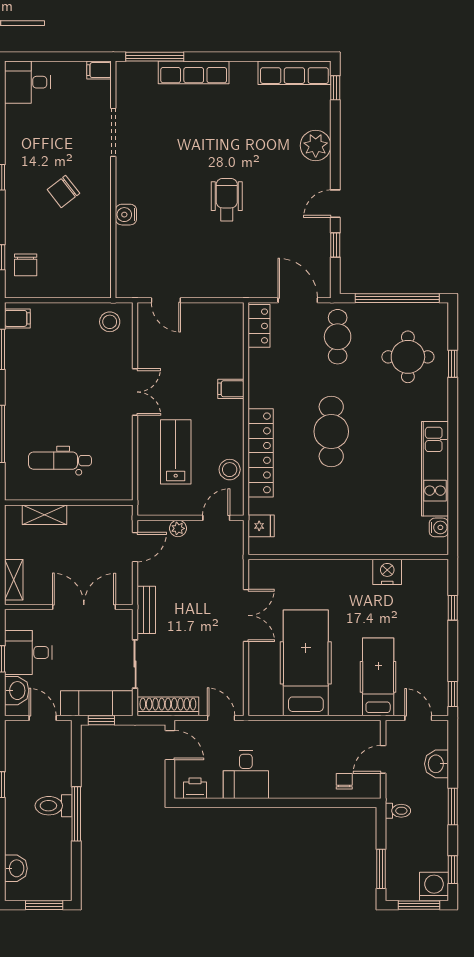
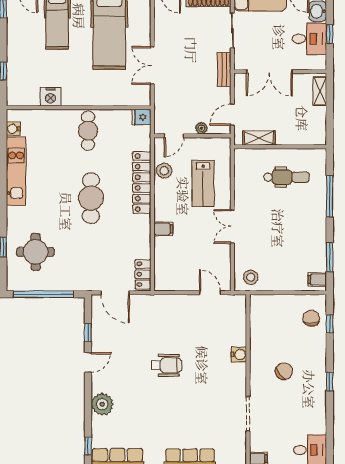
wheelchair: (227, 200) -> (166, 365), turned -90
cafe table: (338, 337) -> (88, 131), moved
shelving: (45, 515) -> (259, 138), moved
fridge: (261, 526) -> (141, 117), moved

